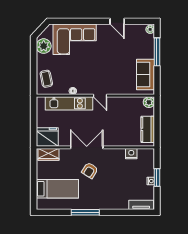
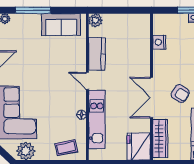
door: (100, 96) -> (87, 81), swing flipped
kitchen counter: (148, 129) -> (97, 54), moved, turned -90
wardrobe: (49, 154) -> (160, 138), width x1.50

